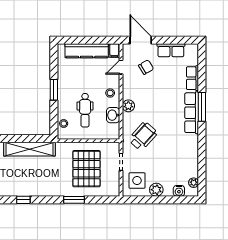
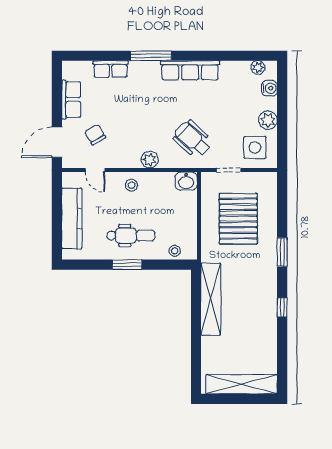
filing cabinet: (114, 50) -> (72, 179), removed
dental chair: (85, 110) -> (131, 236), moved
row of seats: (192, 113) -> (190, 70), moved
washbasin: (113, 115) -> (186, 181), moved
pallet: (86, 169) -> (238, 219), turned 90
window: (74, 200) -> (282, 252), moved

